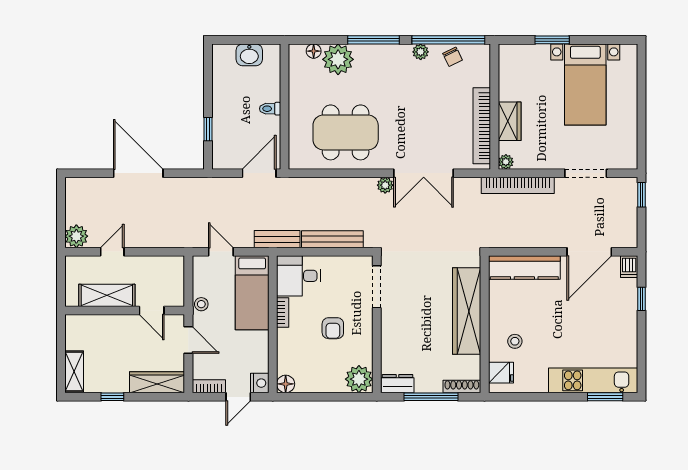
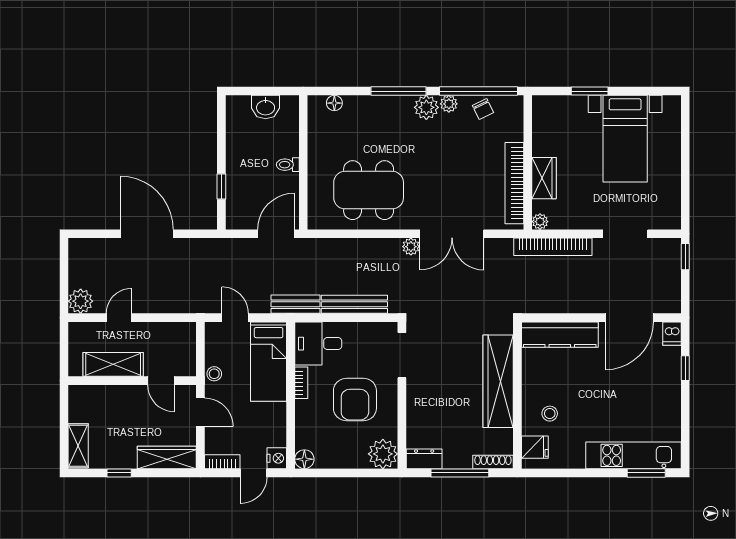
plant: (338, 59) -> (426, 107), moved, width x0.73, depth x0.73
armchair: (333, 328) -> (355, 400), width x1.88, depth x1.88

